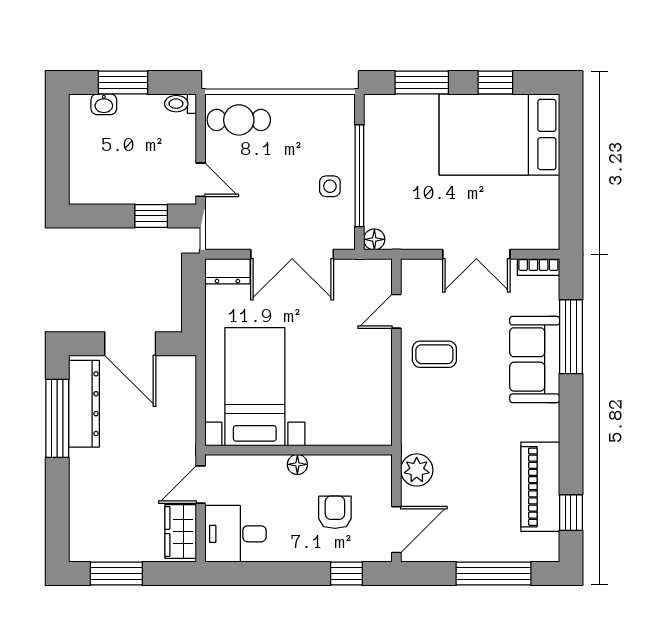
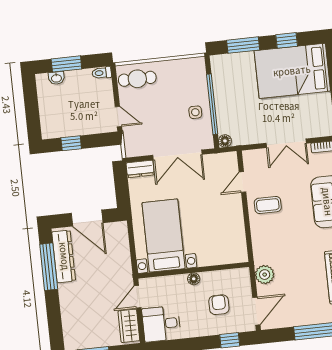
window: (151, 216) -> (71, 143), moved

